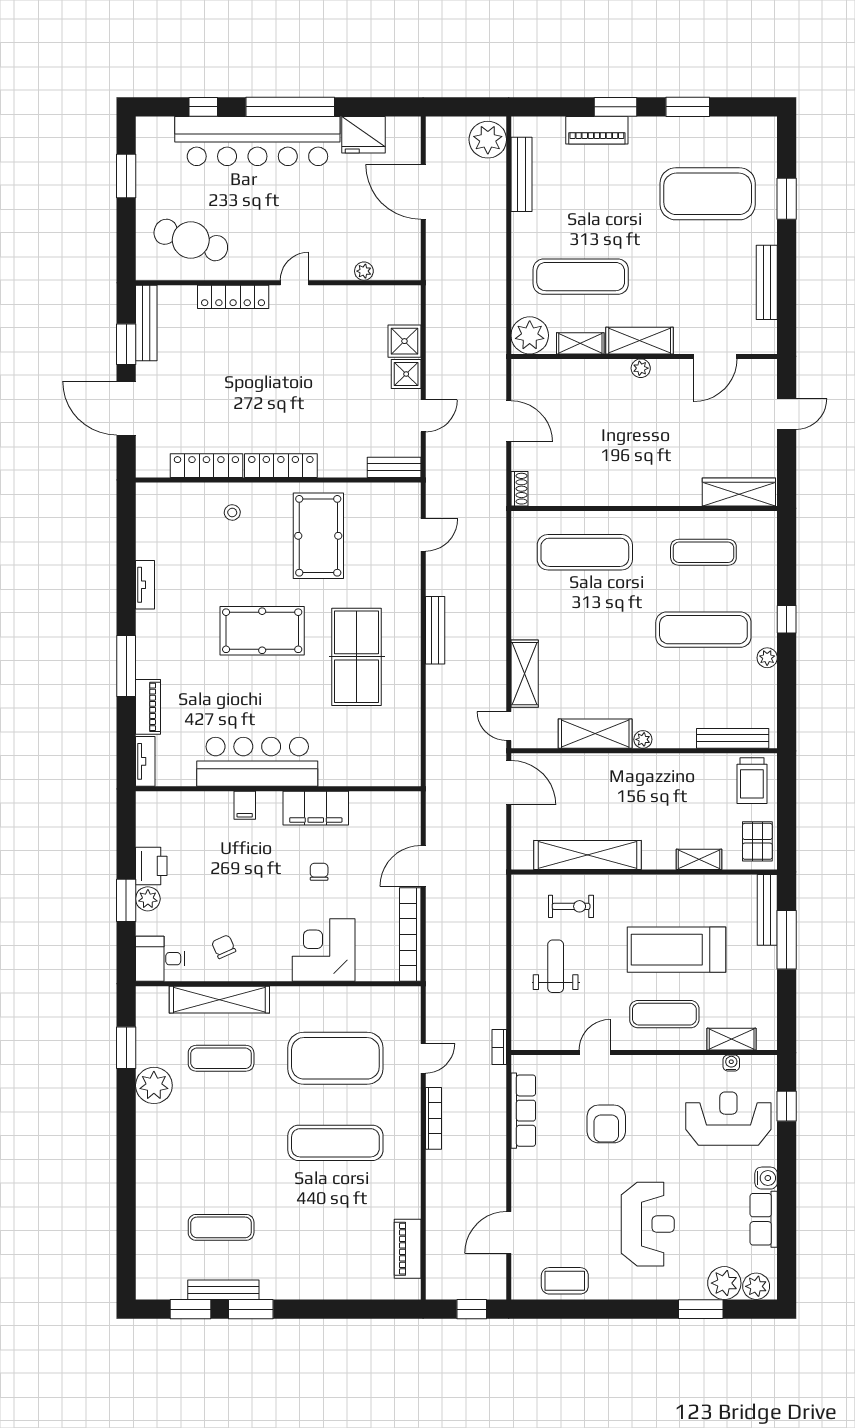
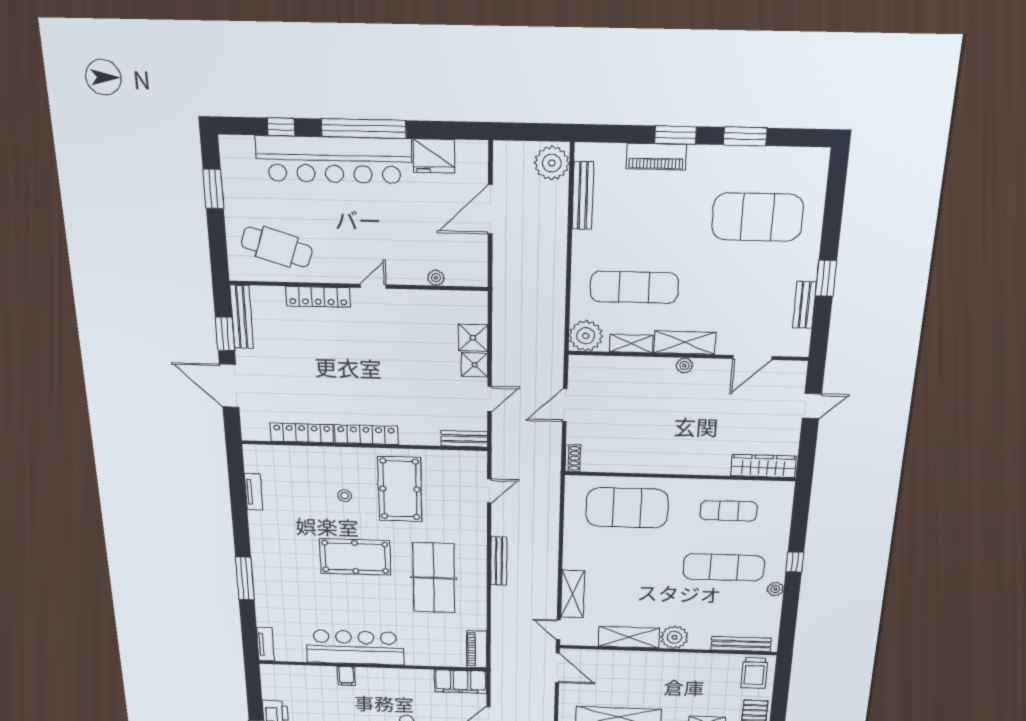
door: (423, 192) -> (490, 209), hinge flipped
window: (787, 199) -> (826, 278), moved
bench: (767, 282) -> (805, 305), width x0.73
door: (509, 421) -> (565, 405), swing flipped
stool: (232, 512) -> (345, 496), moved
exercise mat: (585, 552) -> (627, 508), width x1.47
tv unit: (145, 585) -> (254, 492), moved
piano: (148, 707) -> (477, 649), moved, turned 180
plant: (643, 739) -> (674, 637), width x1.88, depth x1.88
filing cabinet: (316, 808) -> (461, 682), moved

